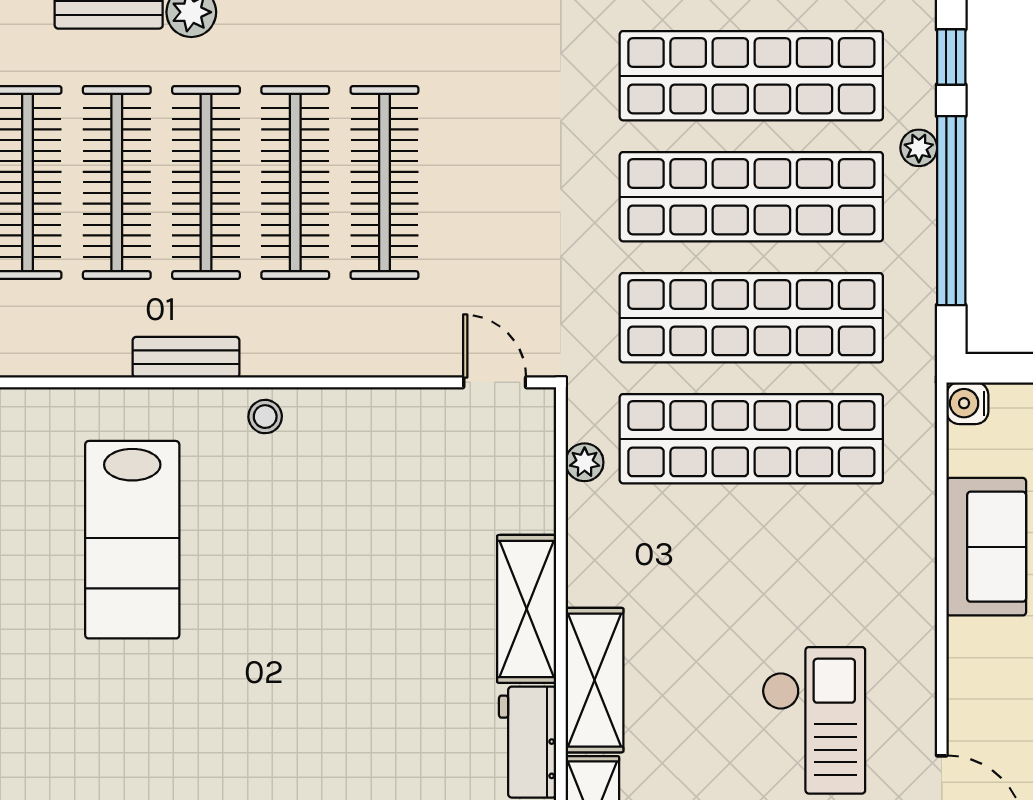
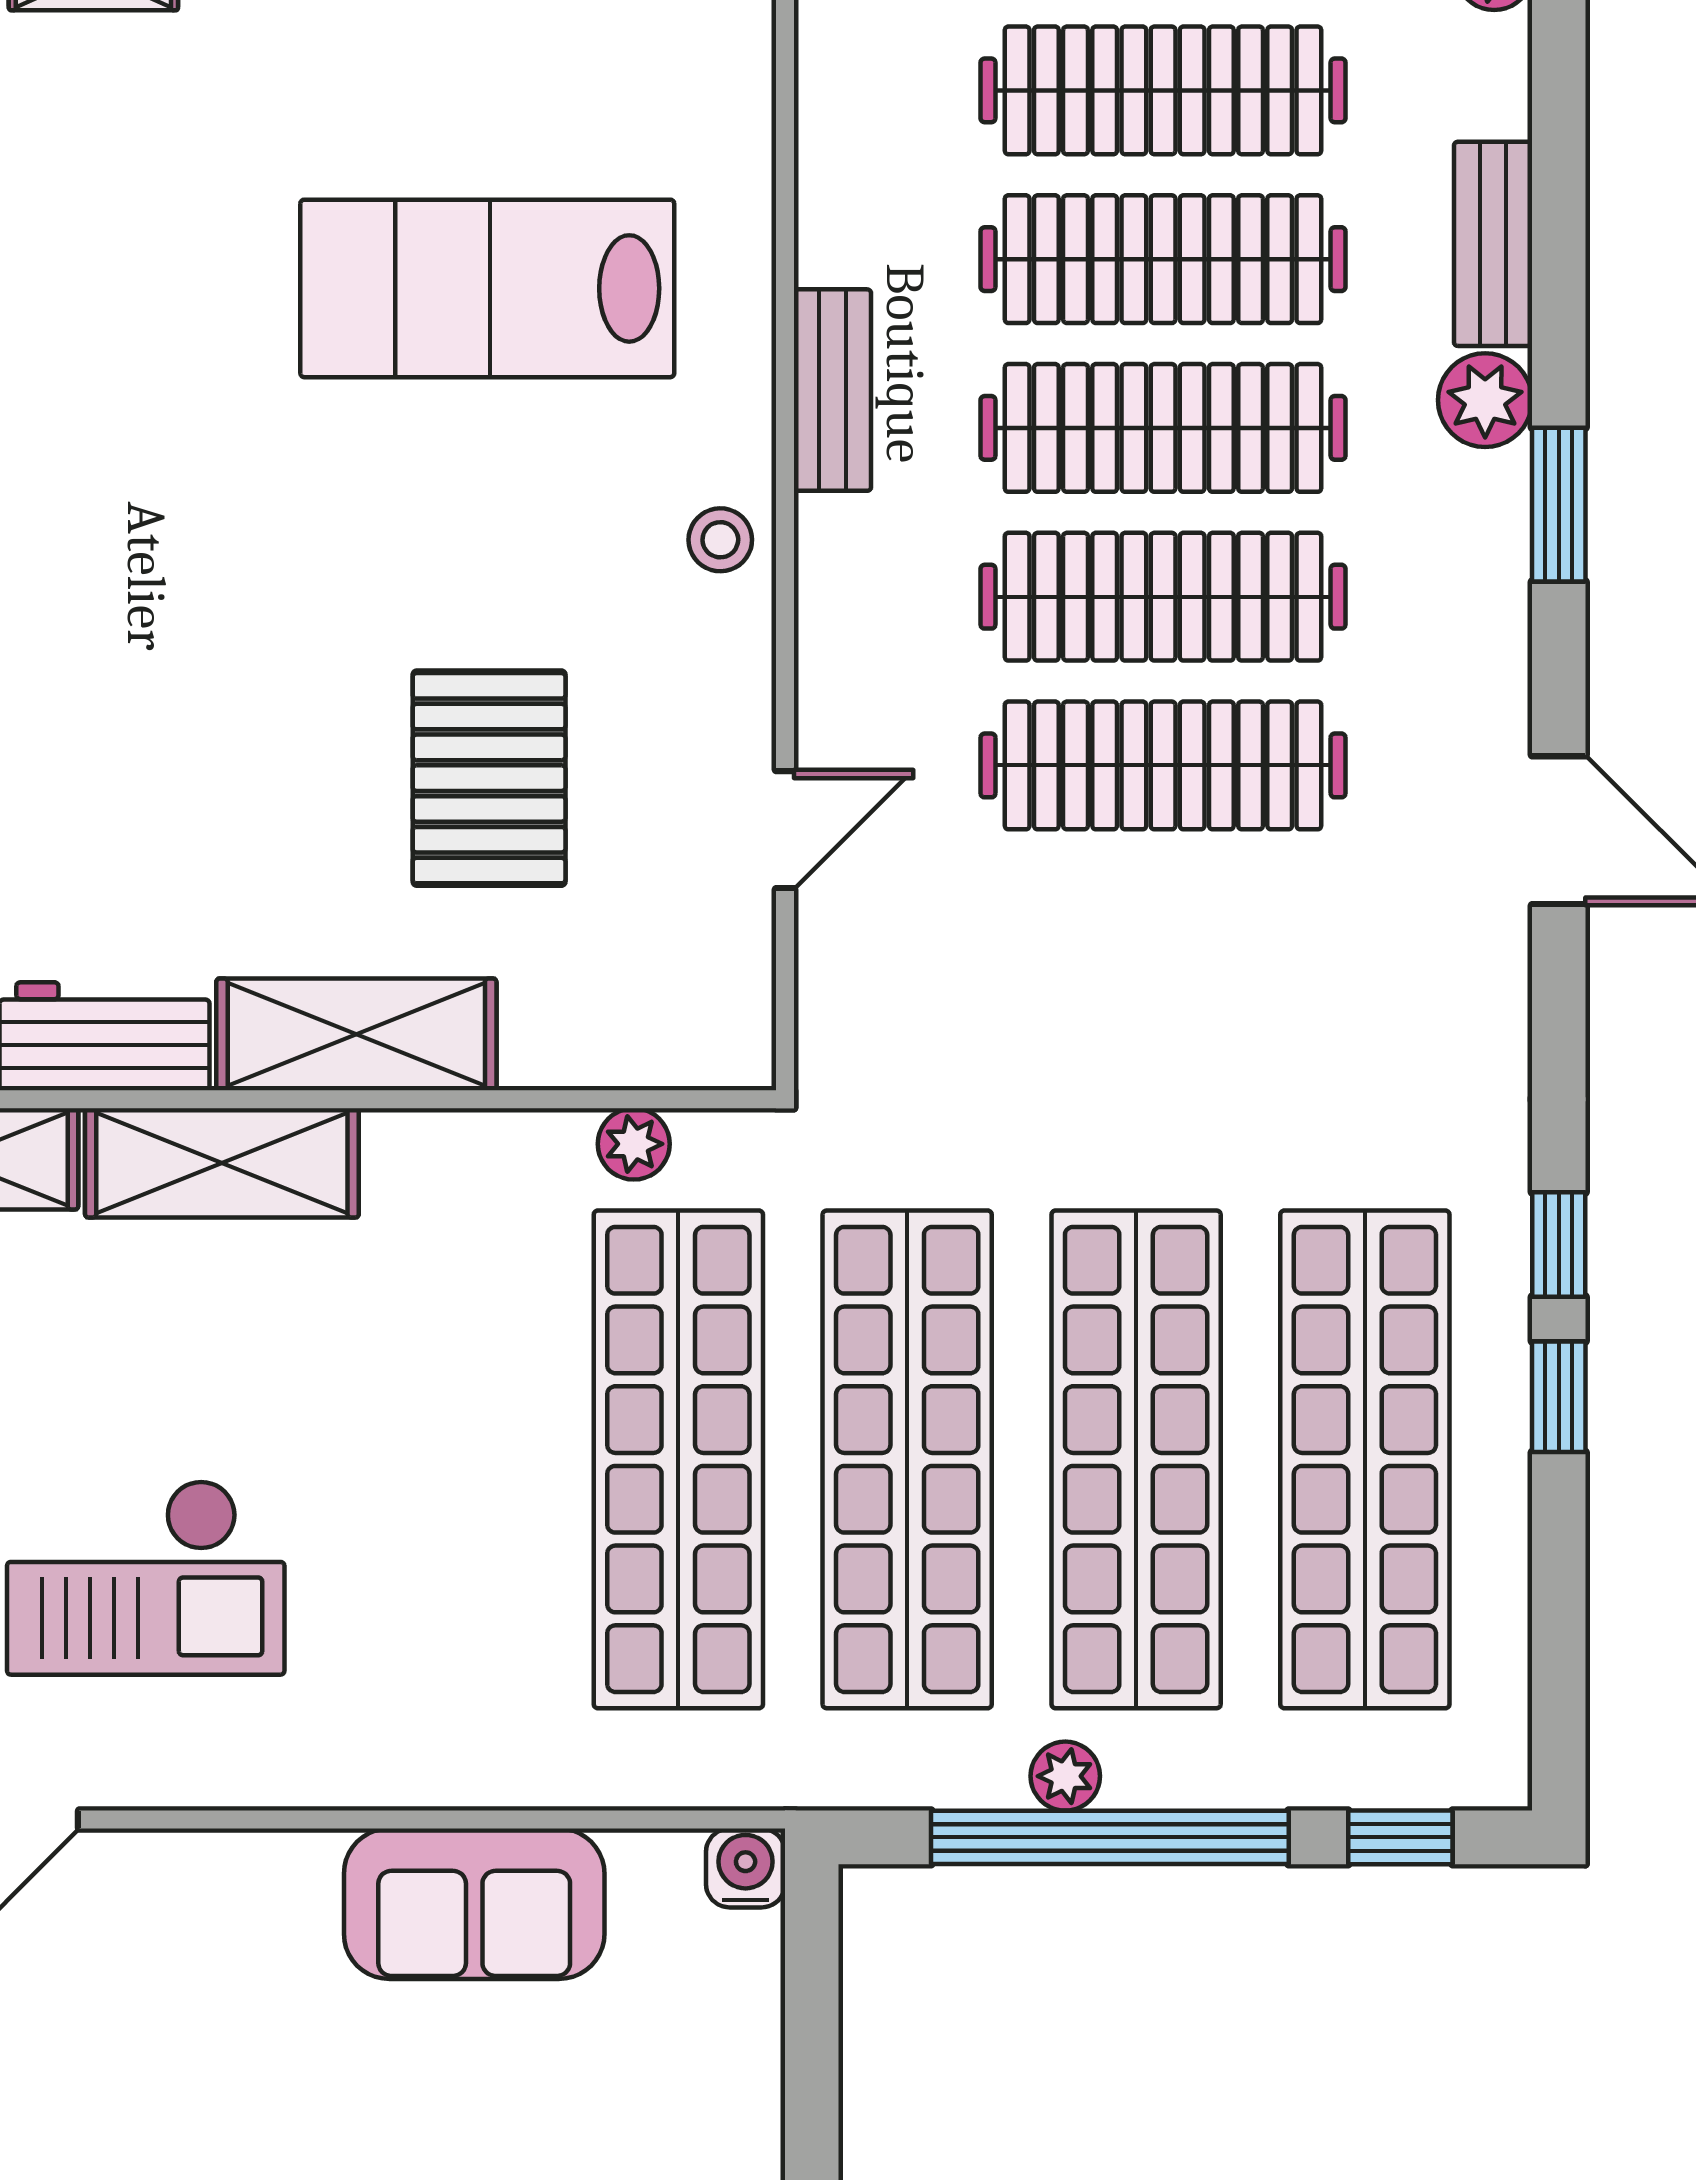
plant: (919, 148) -> (1065, 1776), moved
door: (495, 382) -> (785, 830), moved
pallet: (391, 539) -> (489, 778), added

